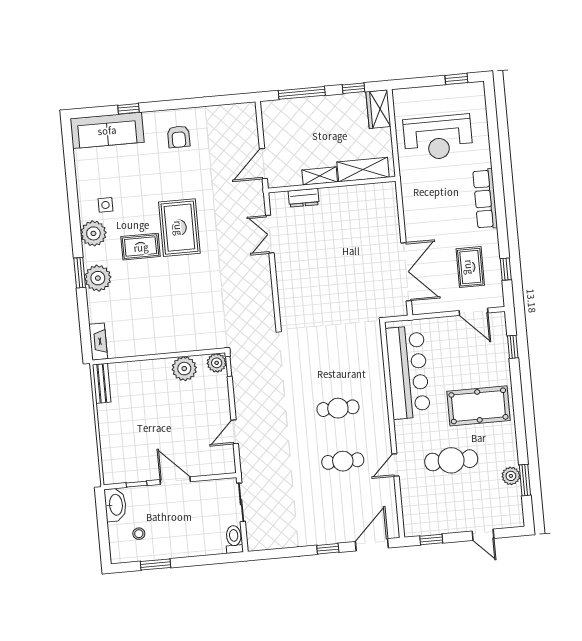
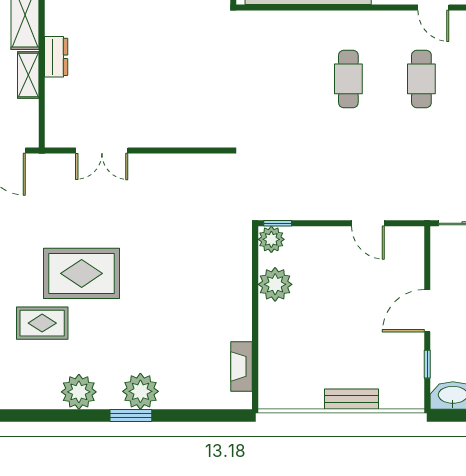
dresser: (304, 198) -> (56, 57), moved
side table: (106, 205) -> (41, 372), removed
rug: (141, 247) -> (42, 323), moved, turned 90
fireplace: (98, 342) -> (242, 366), moved, turned -90
bench: (102, 383) -> (352, 399), moved

